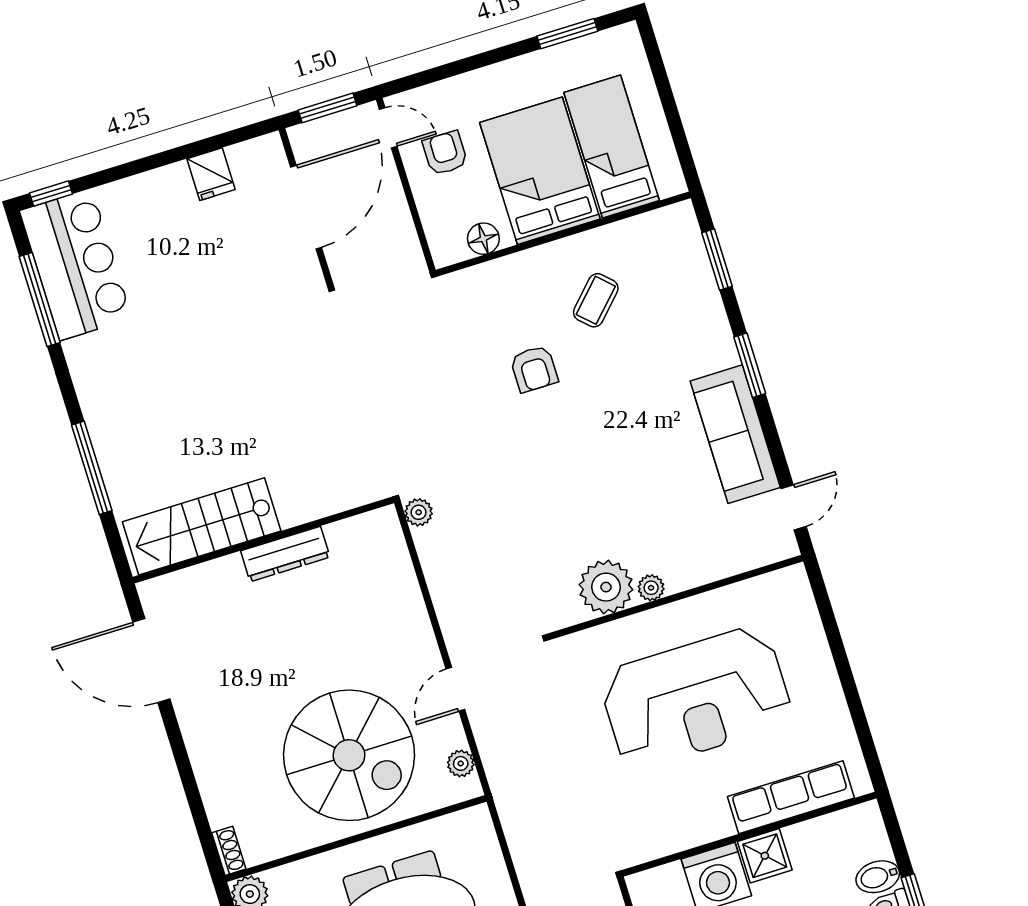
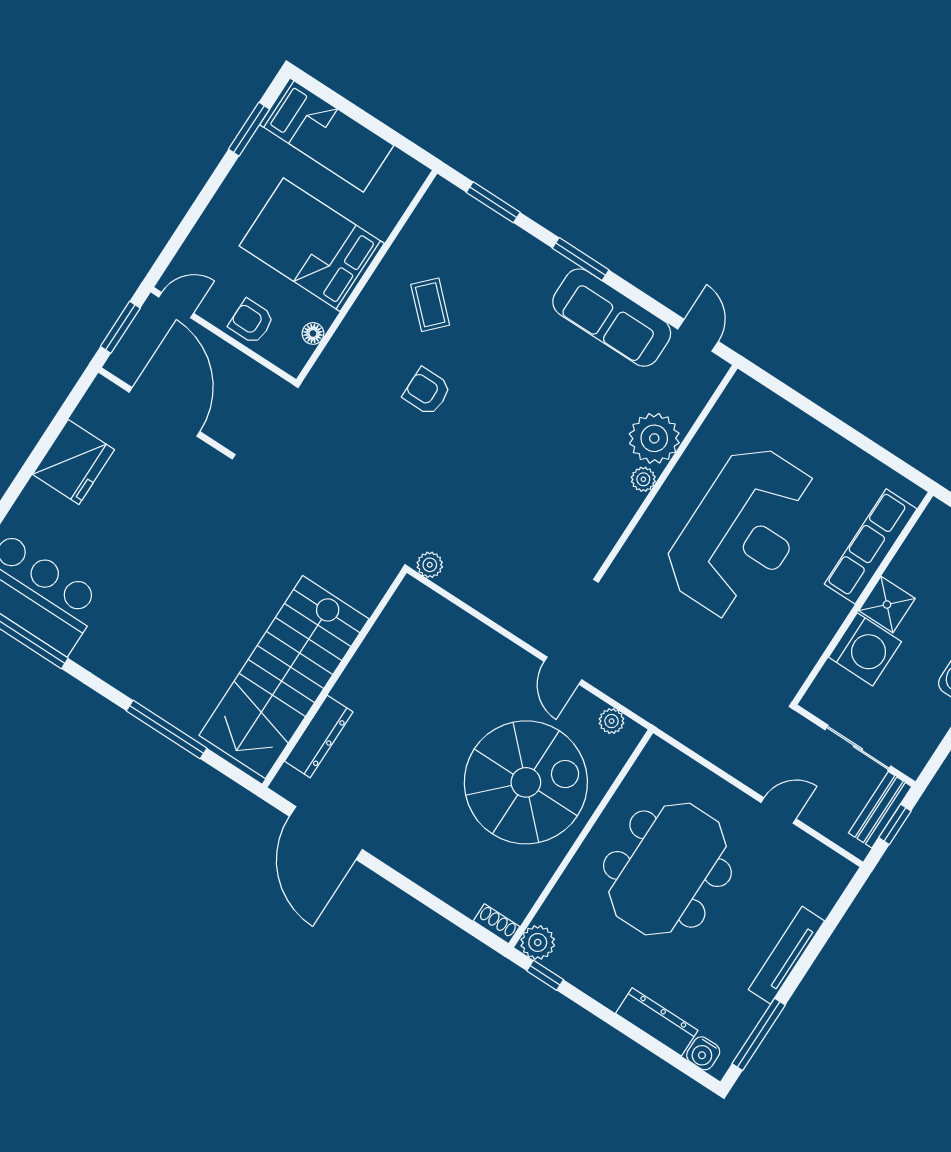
bed: (612, 147) -> (327, 135), moved, turned 180
armchair: (445, 153) -> (251, 321), moved
fridge: (211, 174) -> (74, 462), width x1.88, depth x1.34
floor lamp: (483, 239) -> (313, 333), width x0.73, depth x0.73
armchair: (534, 369) -> (427, 392), turned 180
stairs: (202, 526) -> (284, 677), width x1.36, depth x1.51
dresser: (285, 554) -> (319, 737), moved
plant: (606, 587) -> (654, 438), moved
door: (151, 661) -> (326, 833), hinge flipped

